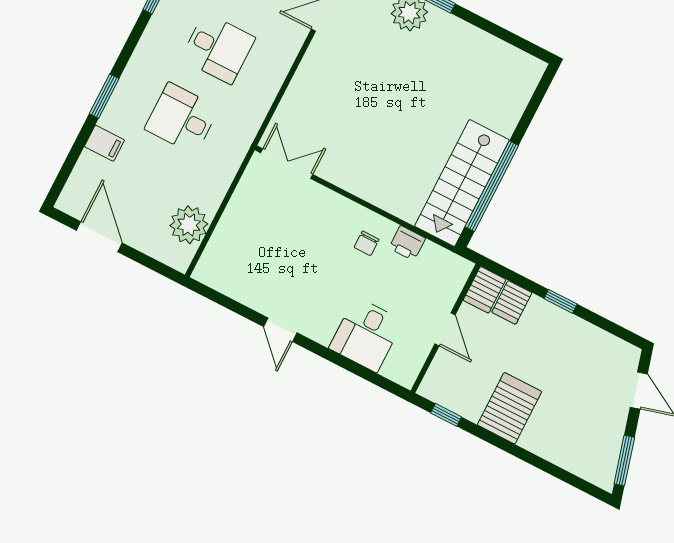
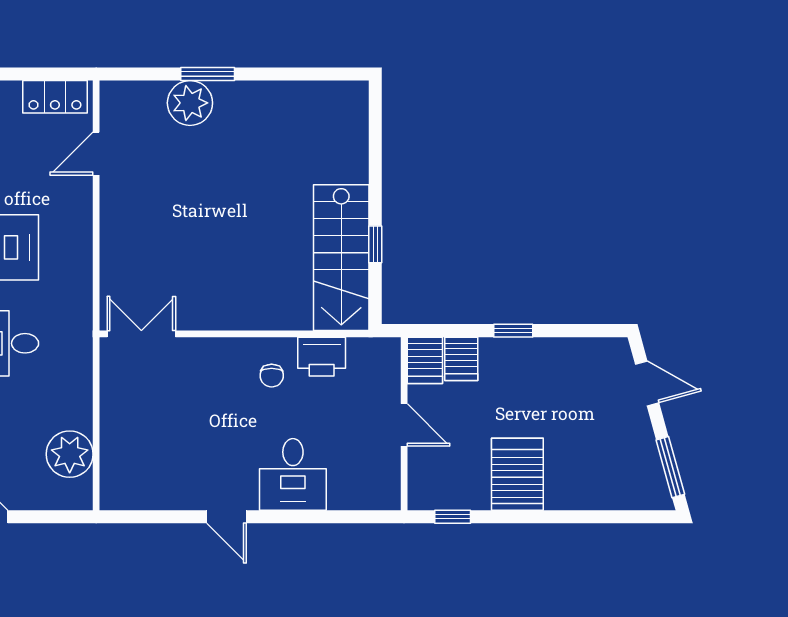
window: (492, 186) -> (375, 244), width x0.32
printer: (407, 243) -> (322, 357), width x1.36, depth x1.24
desk: (366, 335) -> (293, 474), moved

